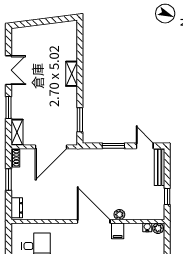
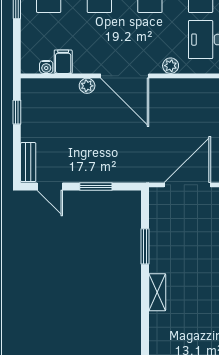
window: (80, 120) -> (145, 246), moved
bench: (160, 167) -> (28, 162), width x0.73
plant: (158, 228) -> (171, 66), moved
filing cabinet: (118, 231) -> (63, 62), moved

